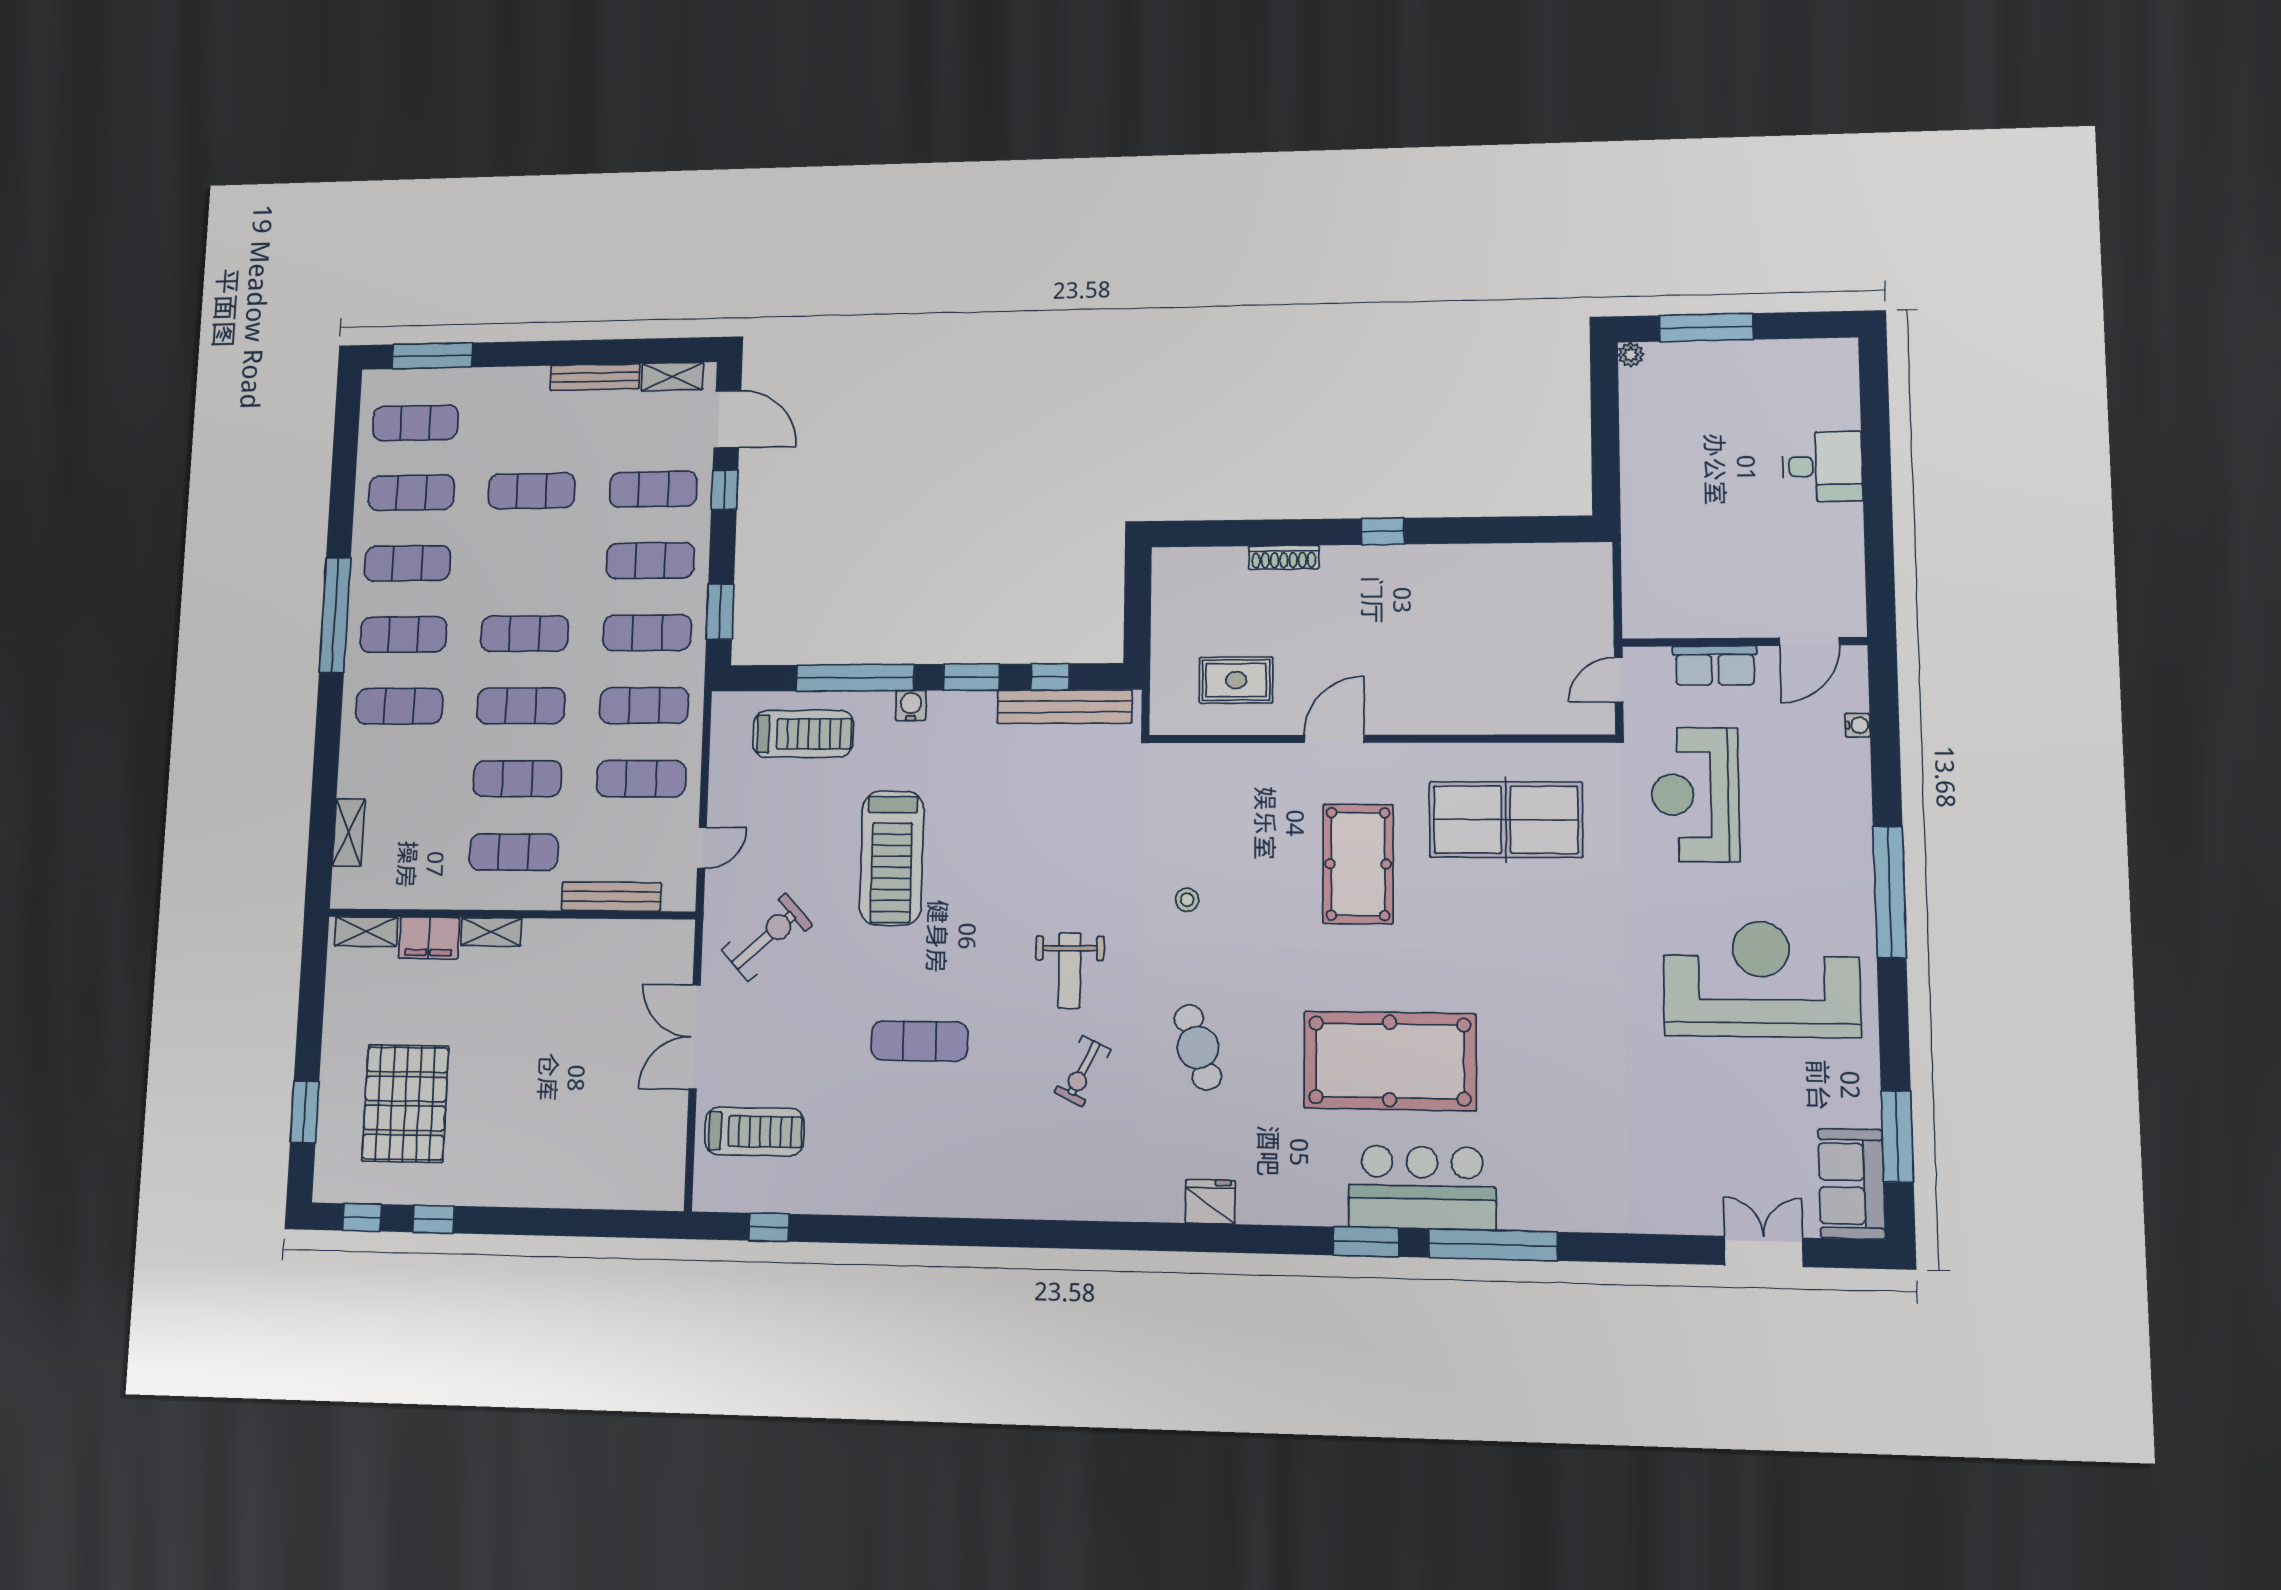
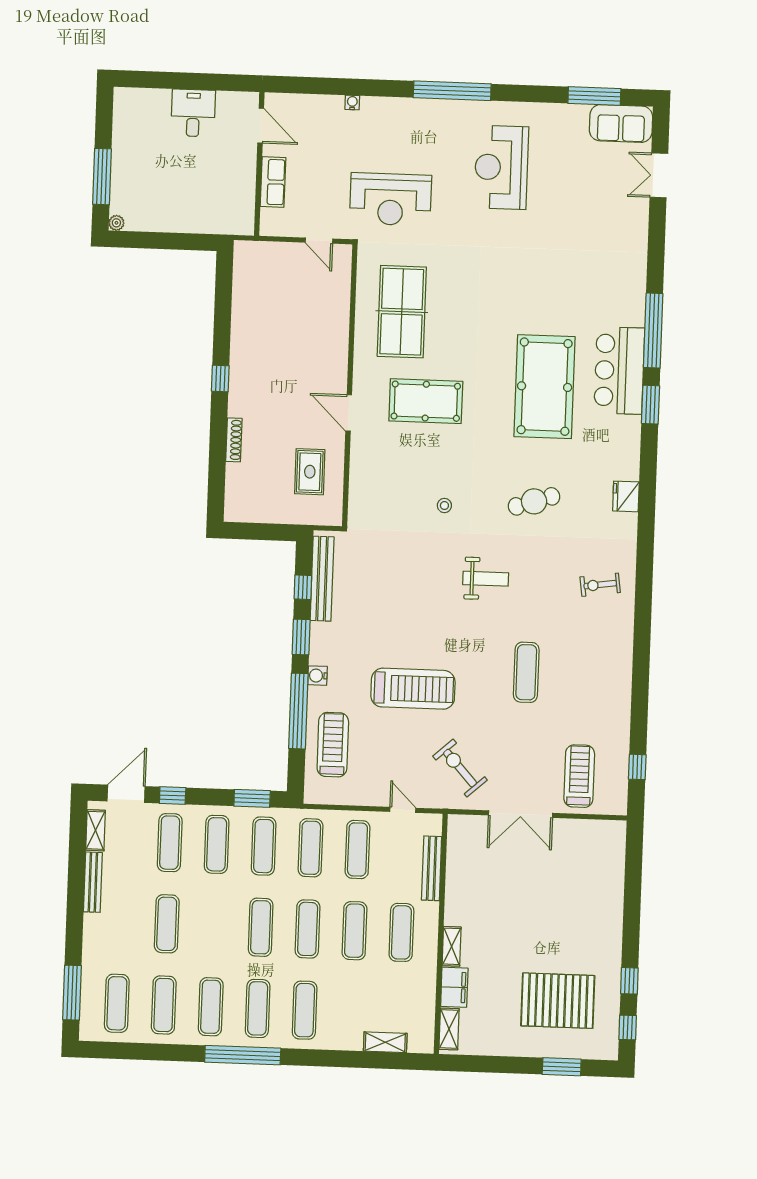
door: (1810, 641) -> (261, 126), moved
wall: (1744, 642) -> (259, 164), moved
row of seats: (1715, 666) -> (273, 182), moved
reception desk: (1761, 979) -> (501, 167), width x0.74, depth x0.77
exercise bike: (1083, 1071) -> (600, 585), moved, turned 146

